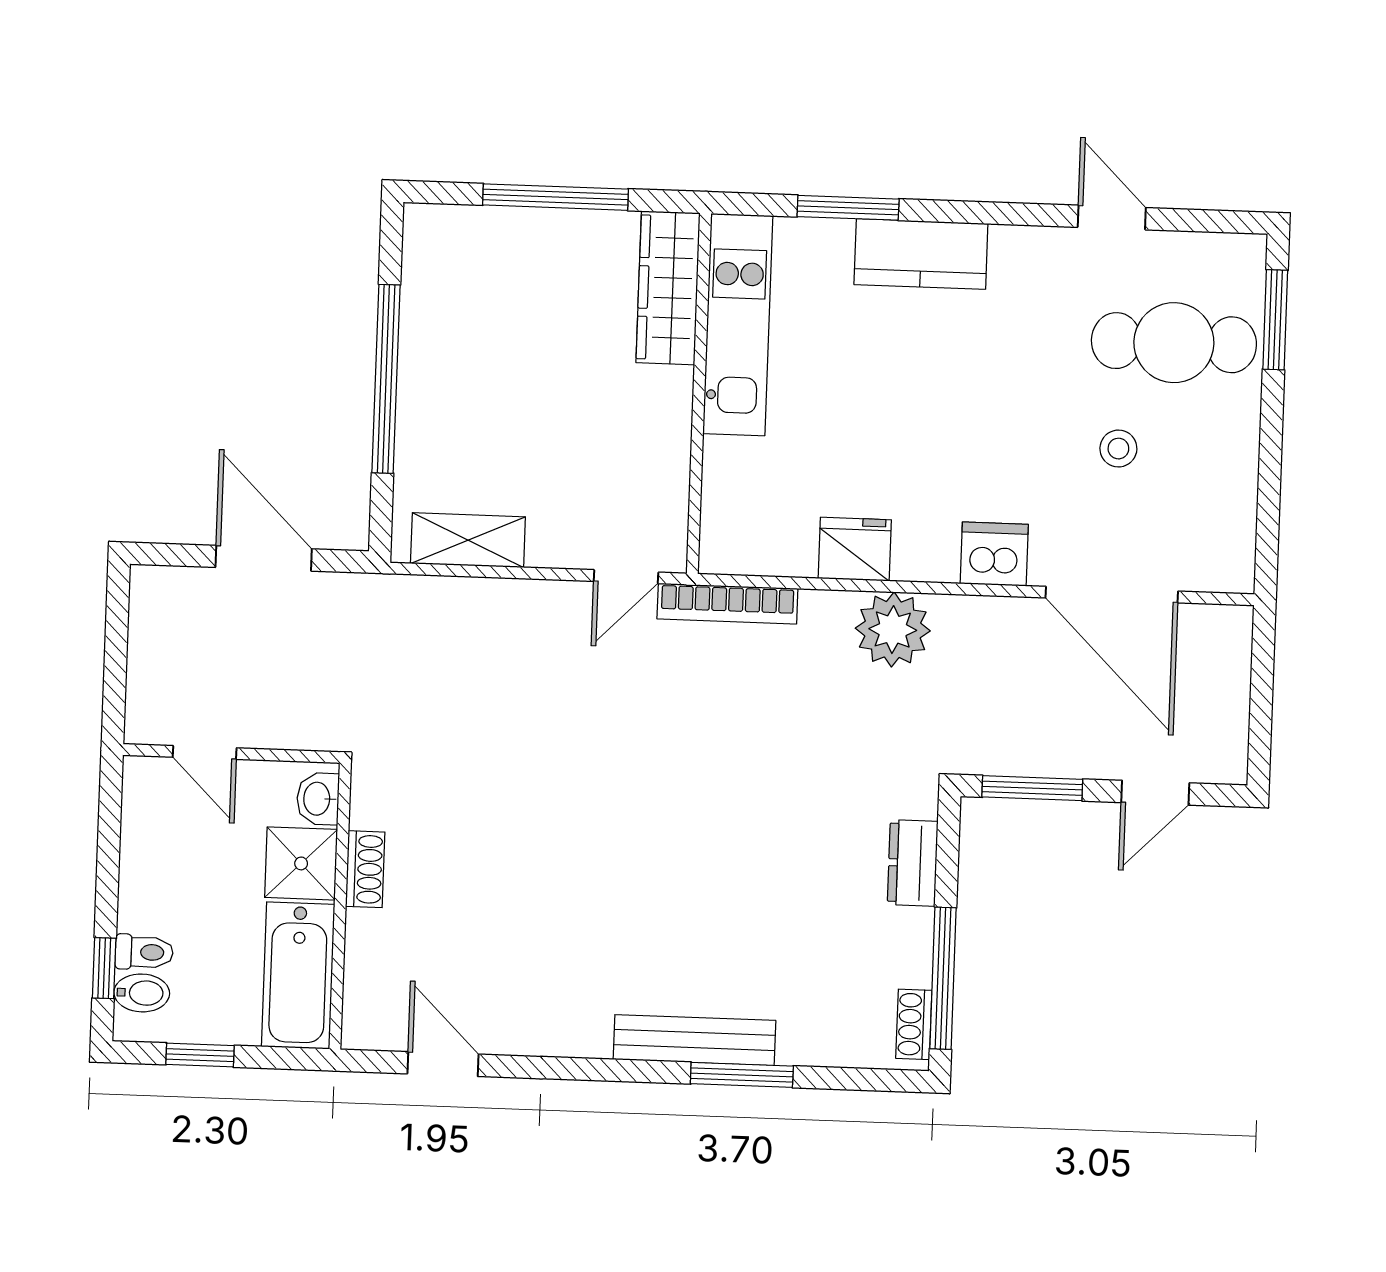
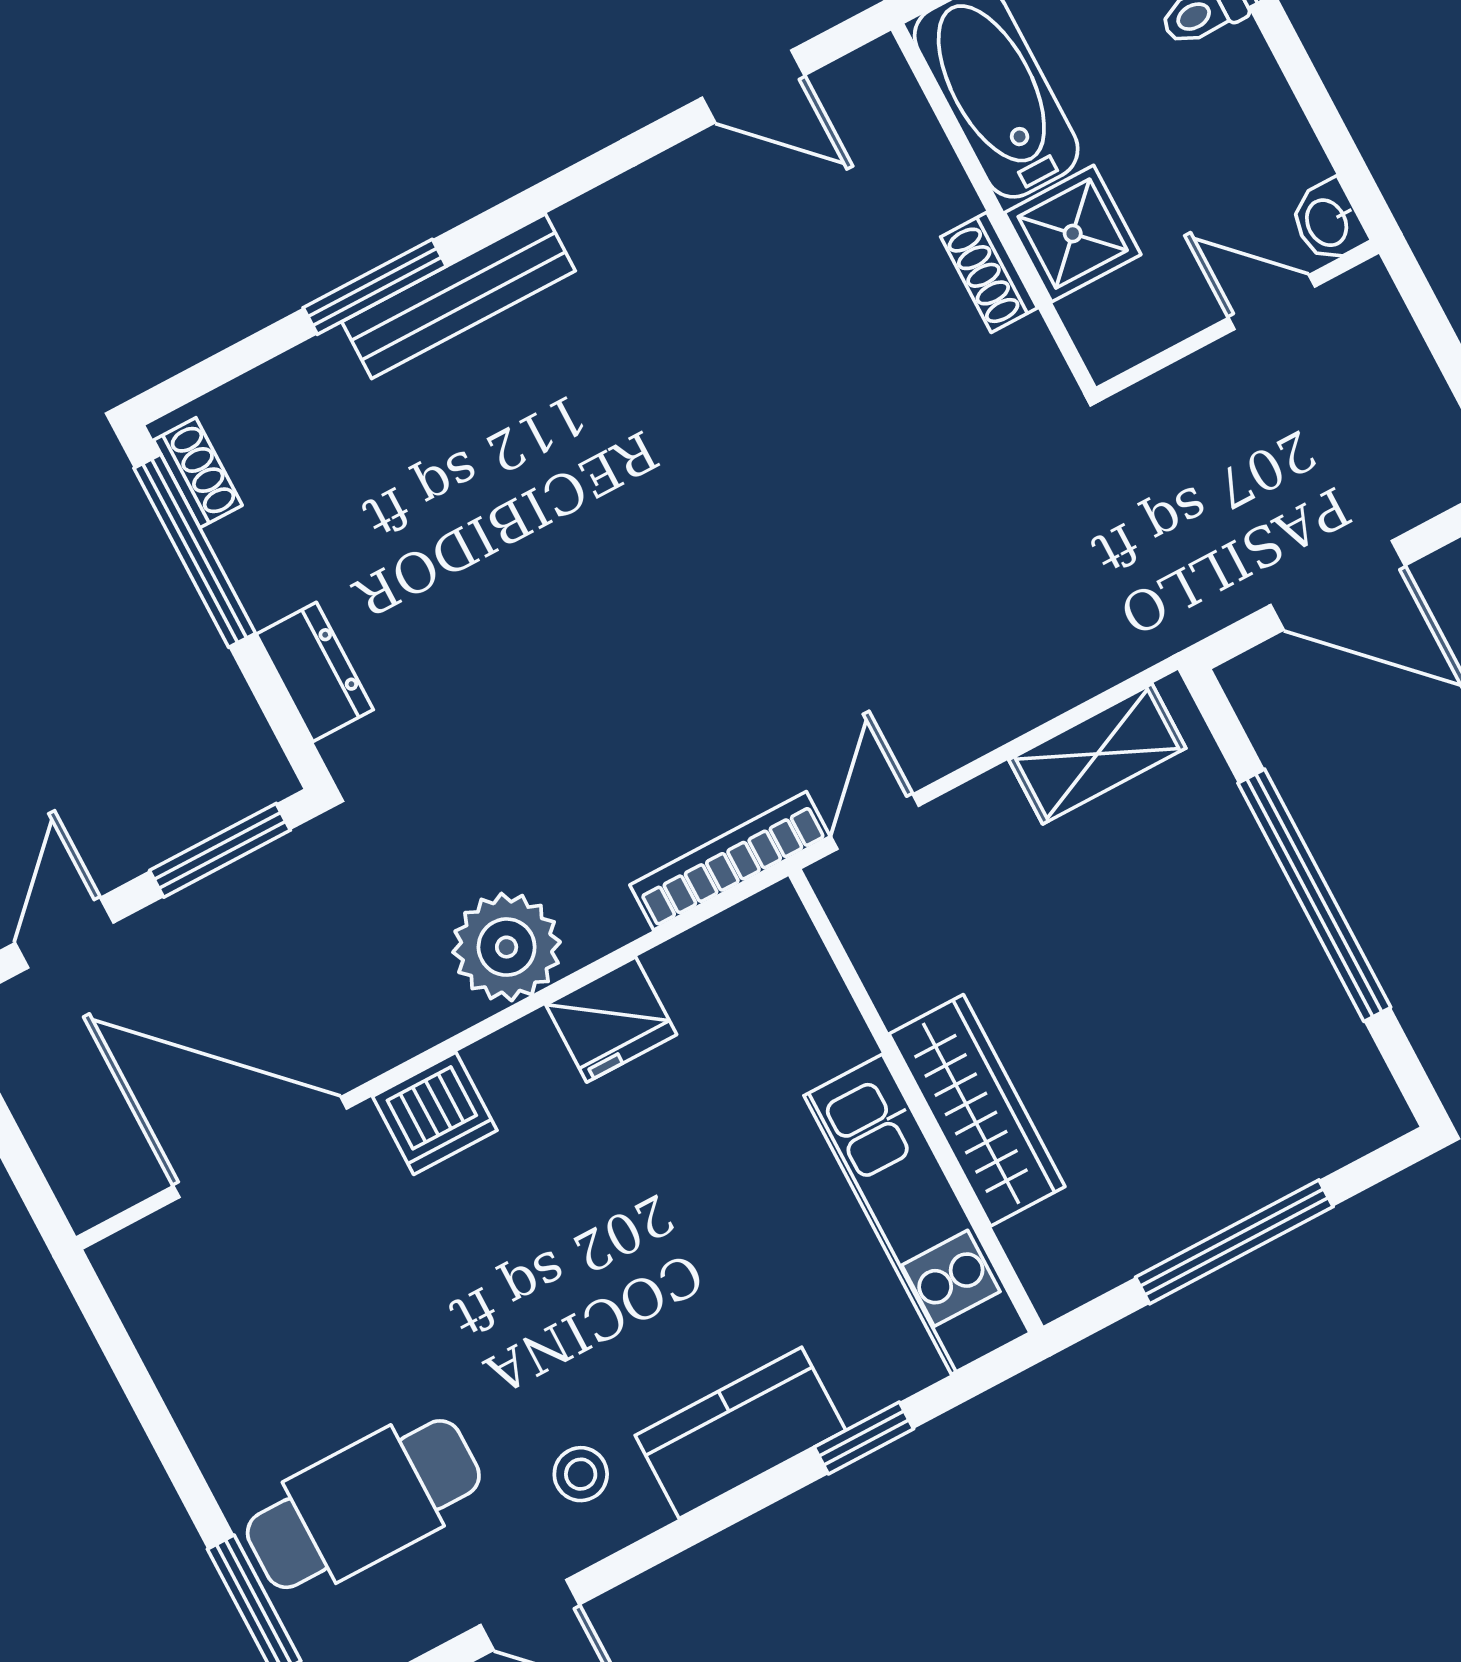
window: (848, 208) -> (864, 1438), width x0.67
wardrobe: (668, 288) -> (977, 1110), moved
stool: (1118, 449) -> (581, 1474), moved
washbasin: (318, 799) -> (1328, 222), moved, turned 180

